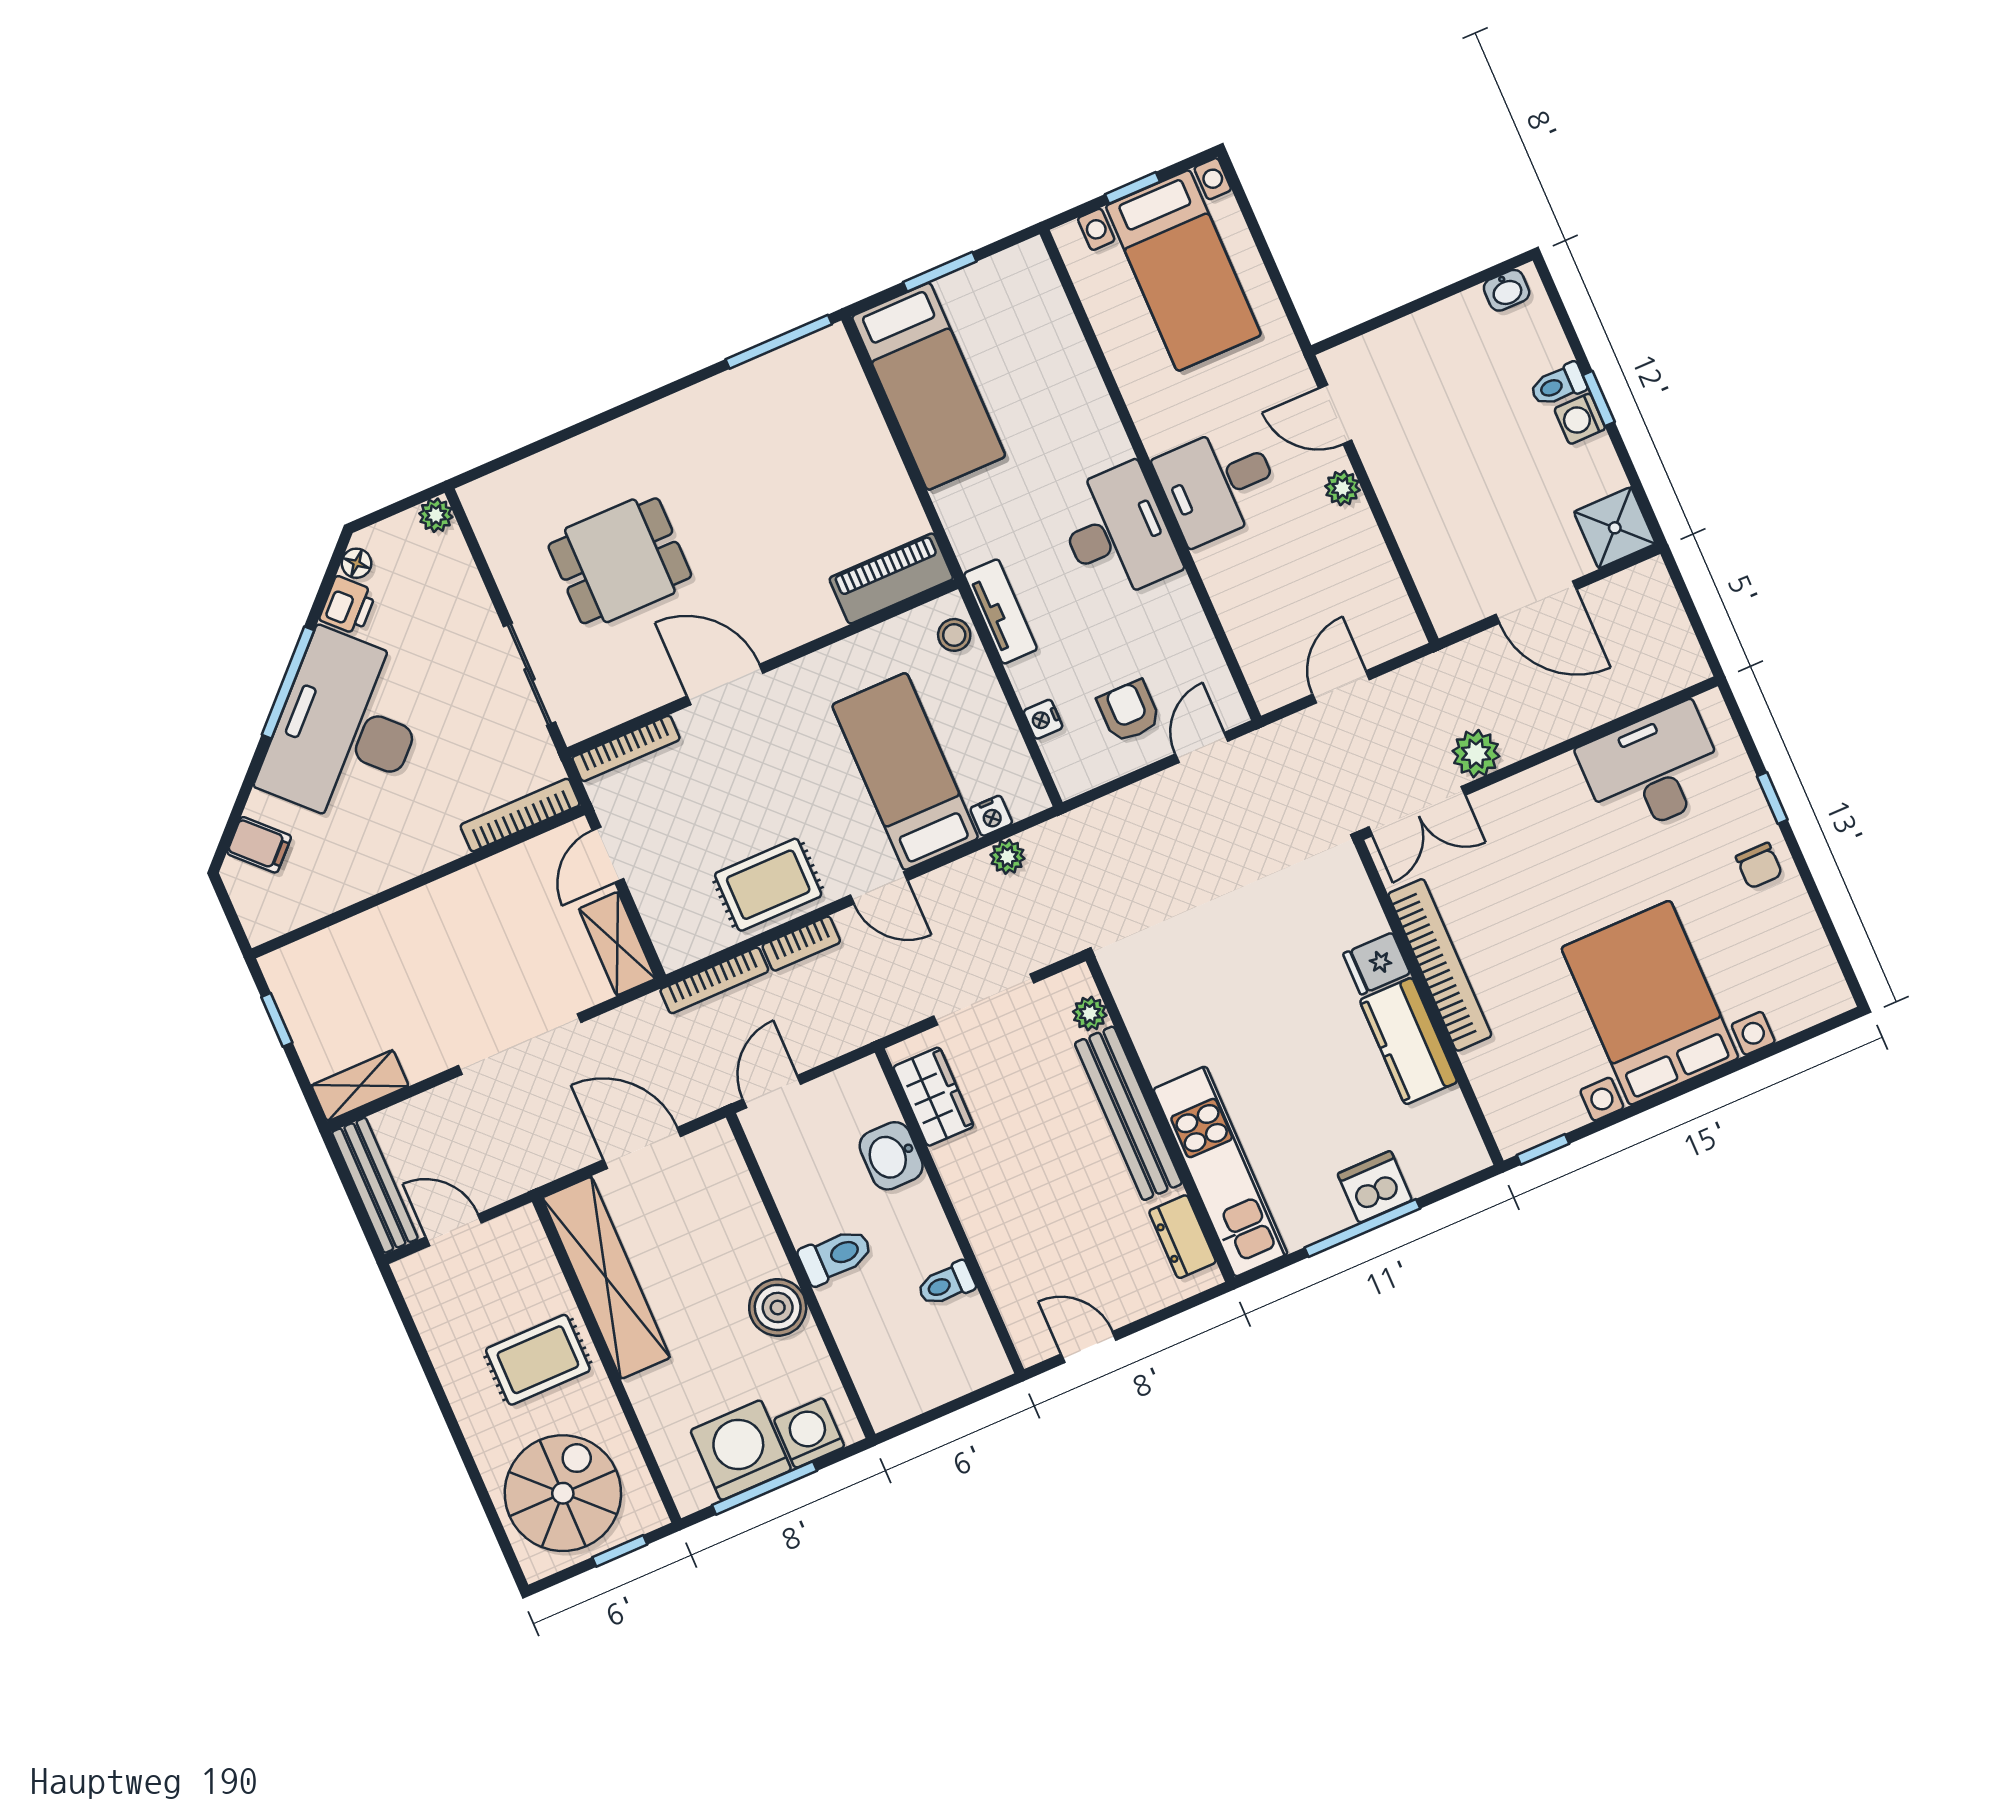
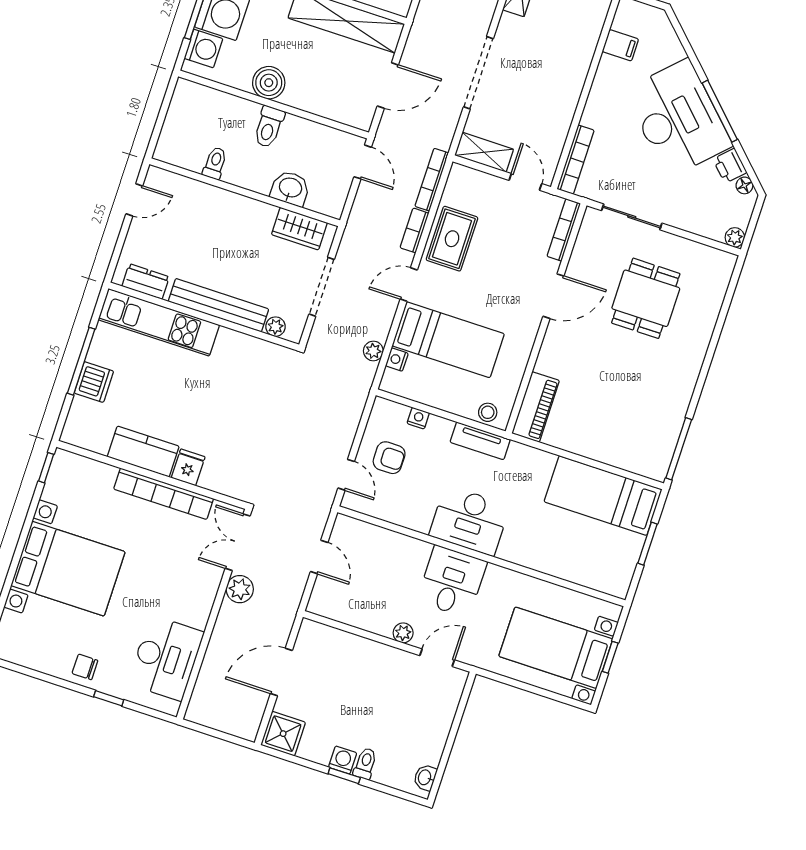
filing cabinet: (259, 845) -> (620, 45), moved, turned -135

